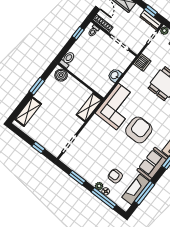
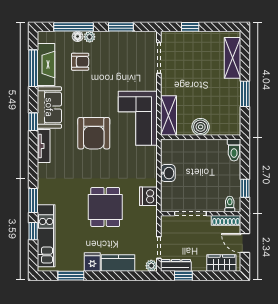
dishwasher: (142, 62) -> (148, 196), moved
boiler: (61, 75) -> (201, 127), moved
corner sofa: (117, 106) -> (138, 118), moved

